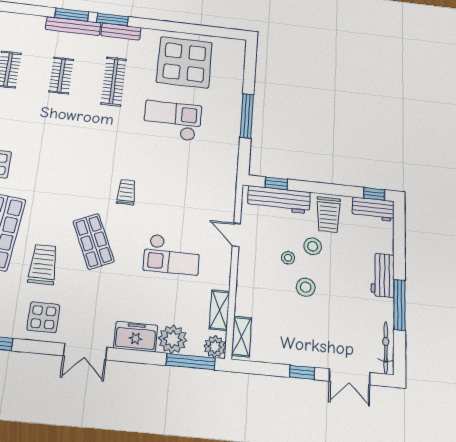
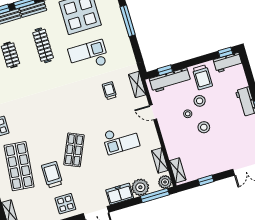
window: (247, 116) -> (128, 21), moved
shelving: (228, 187) -> (137, 85), added
trolley: (126, 192) -> (109, 91), moved
shop shelf: (94, 241) -> (74, 150), turned 48
window: (302, 372) -> (206, 180), moved

